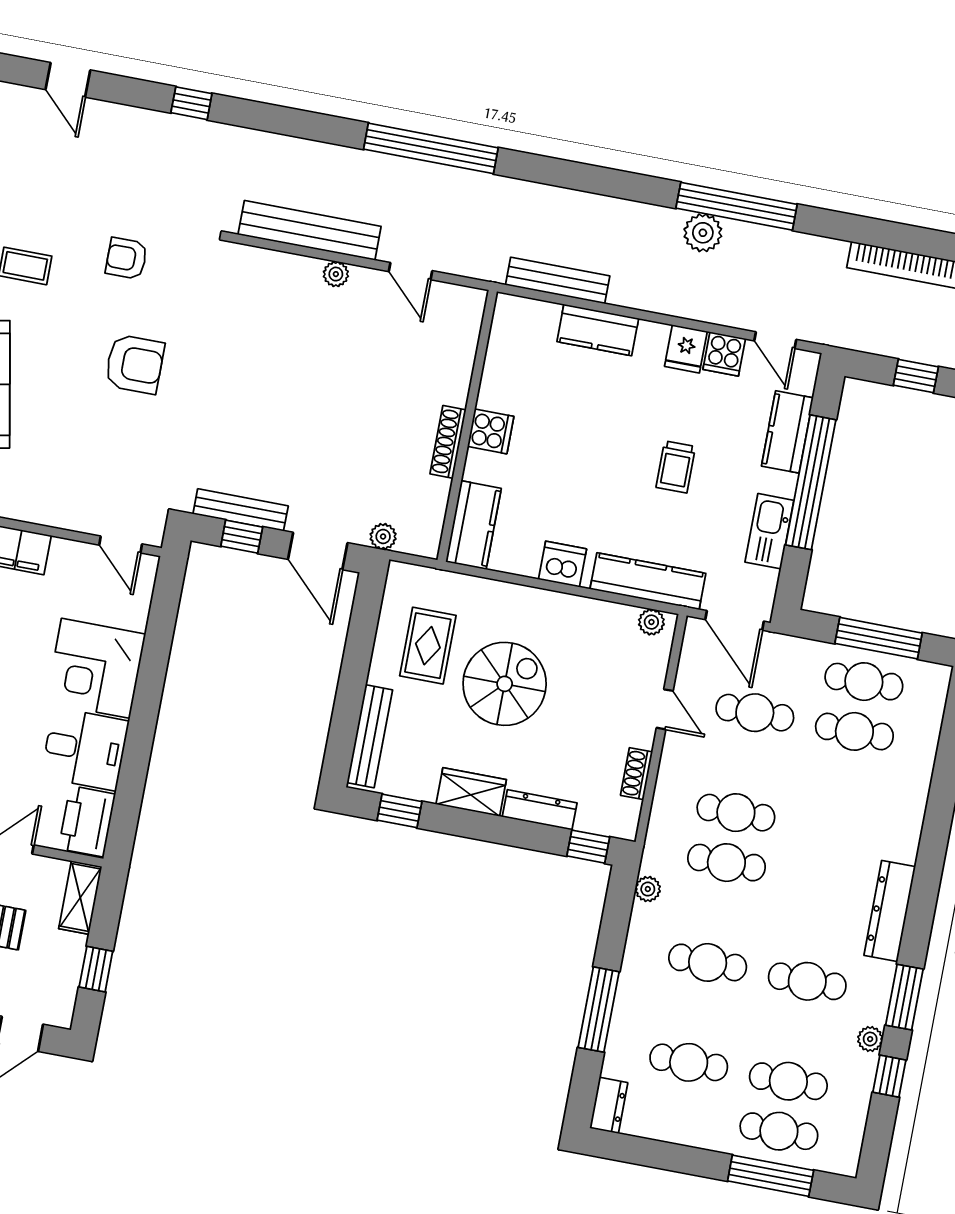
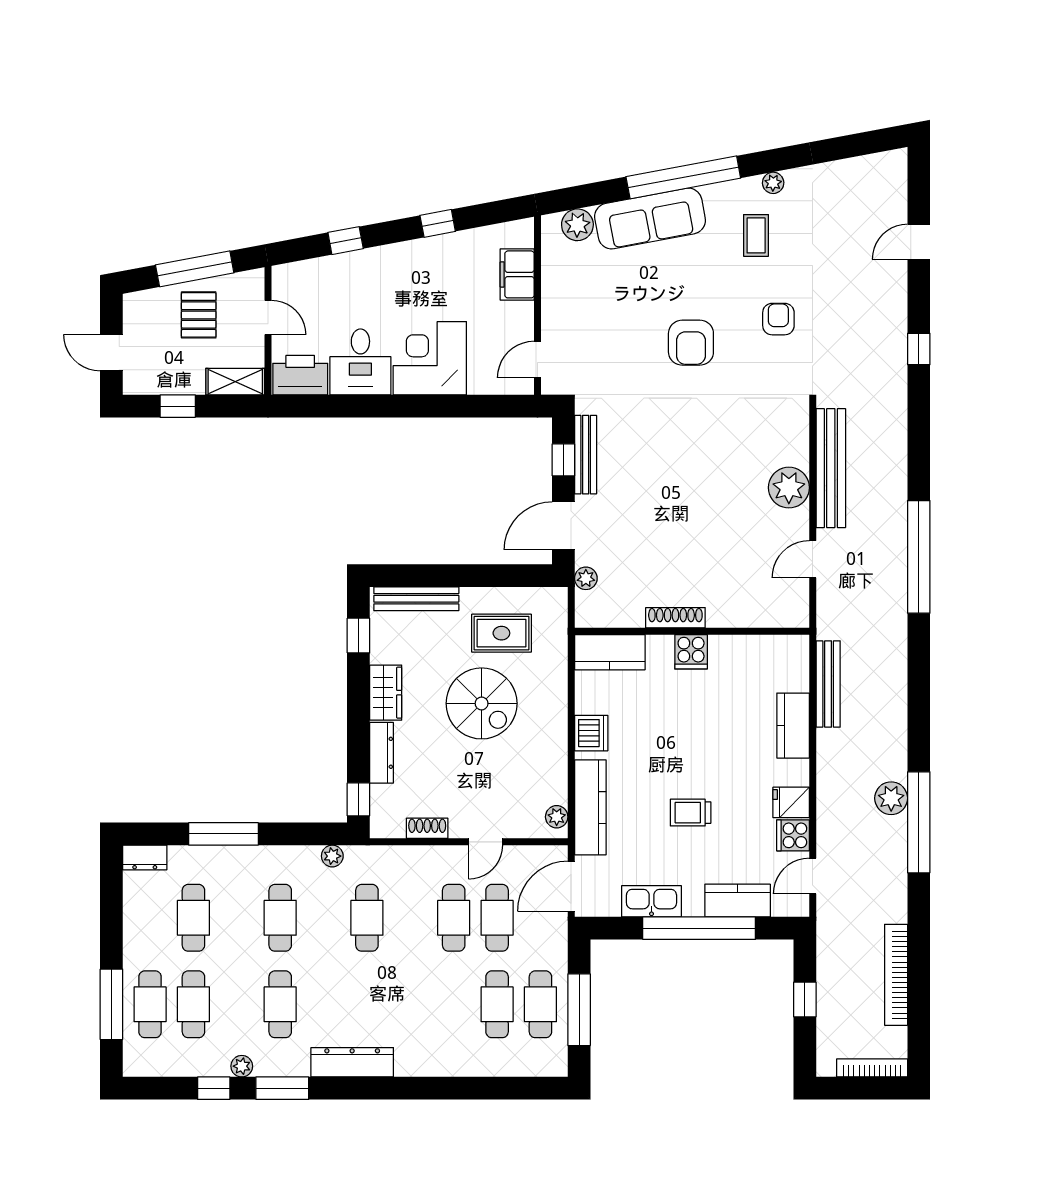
plant: (336, 274) -> (789, 488), width x1.87, depth x1.87
cafe table: (736, 813) -> (454, 918), moved

